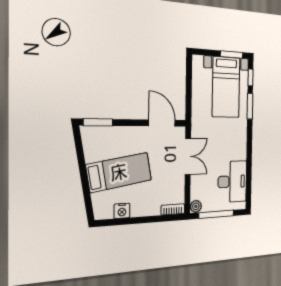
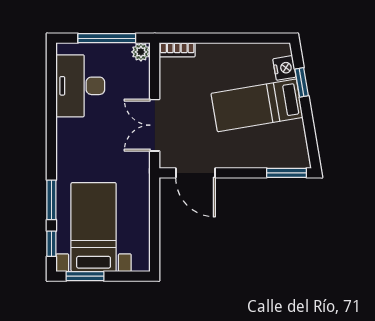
window: (86, 191) -> (302, 82), added
nightstand: (122, 211) -> (284, 68), moved, turned 80

